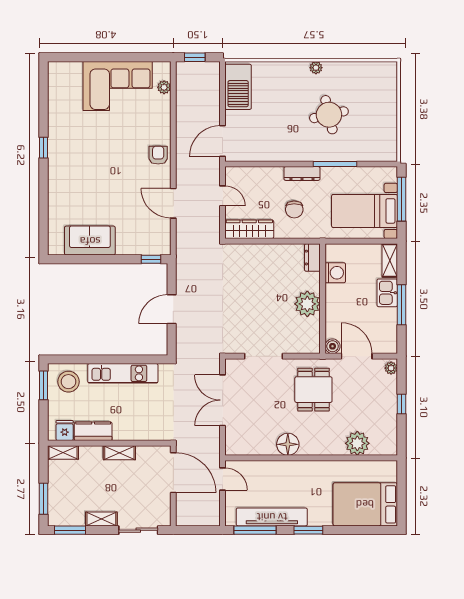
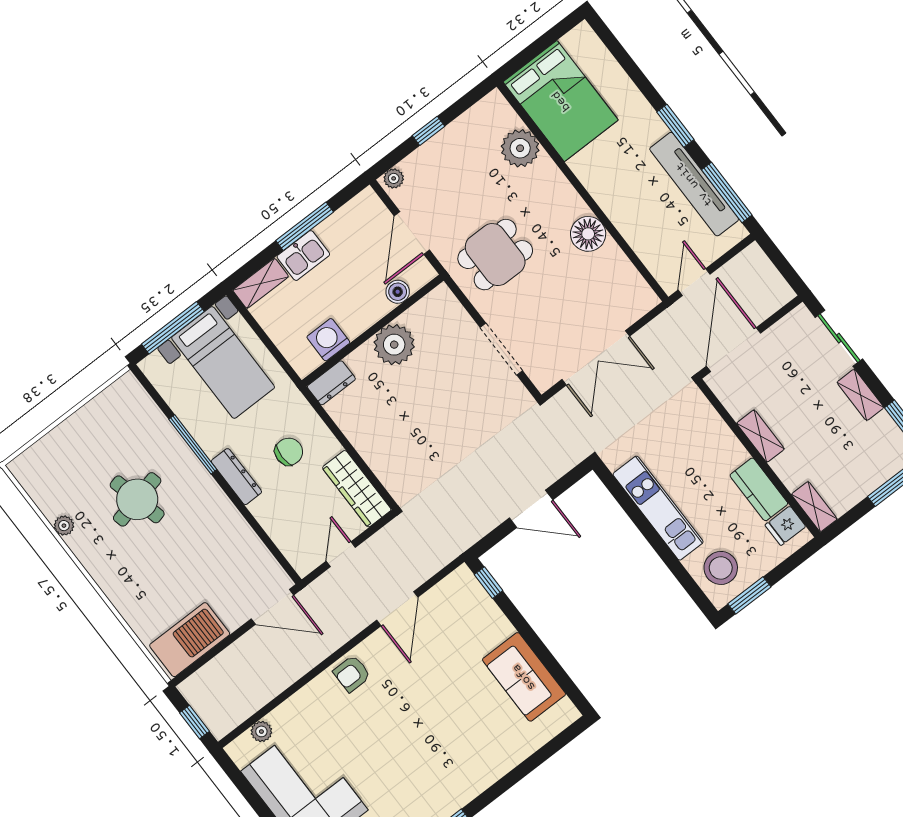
plant: (316, 68) -> (64, 526), moved
boiler: (333, 346) -> (398, 292), moved
bed: (365, 504) -> (561, 101), moved

